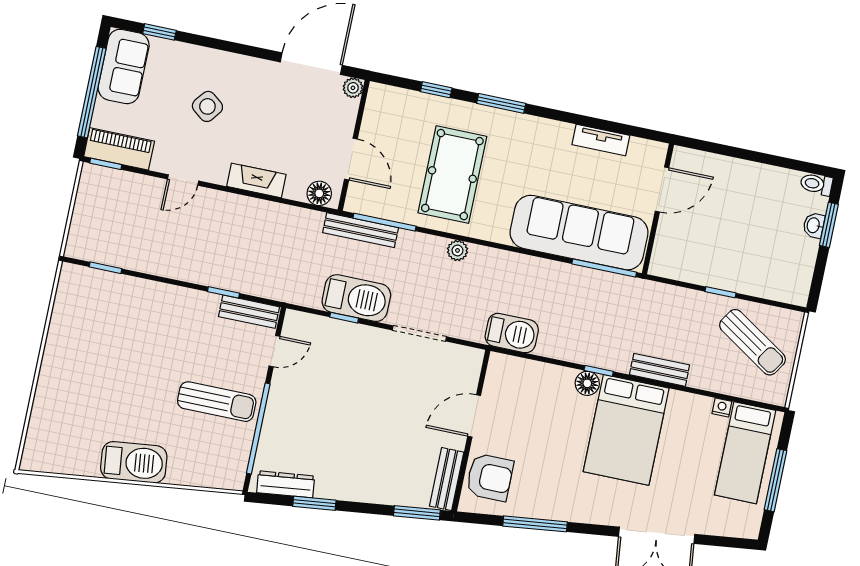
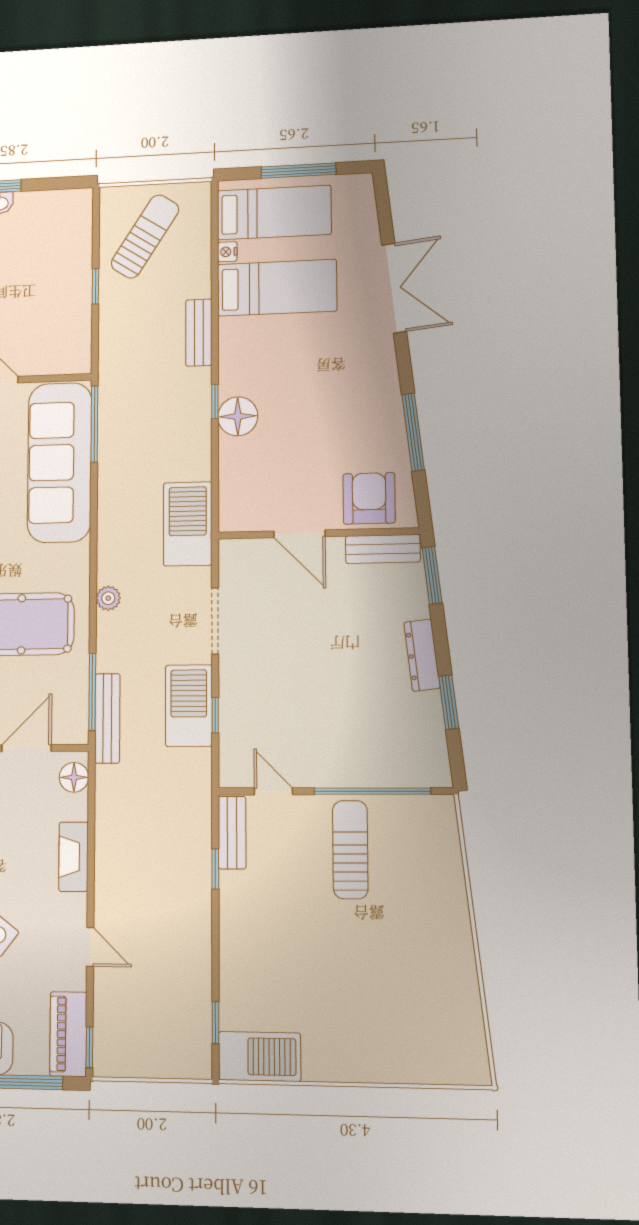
barbecue: (512, 333) -> (188, 524), width x1.37, depth x1.21
floor lamp: (587, 383) -> (238, 416), width x1.38, depth x1.38
bed: (626, 430) -> (277, 288), moved, width x0.67
barbecue: (134, 462) -> (260, 1056), moved, turned 96
dresser: (286, 484) -> (422, 655), moved

